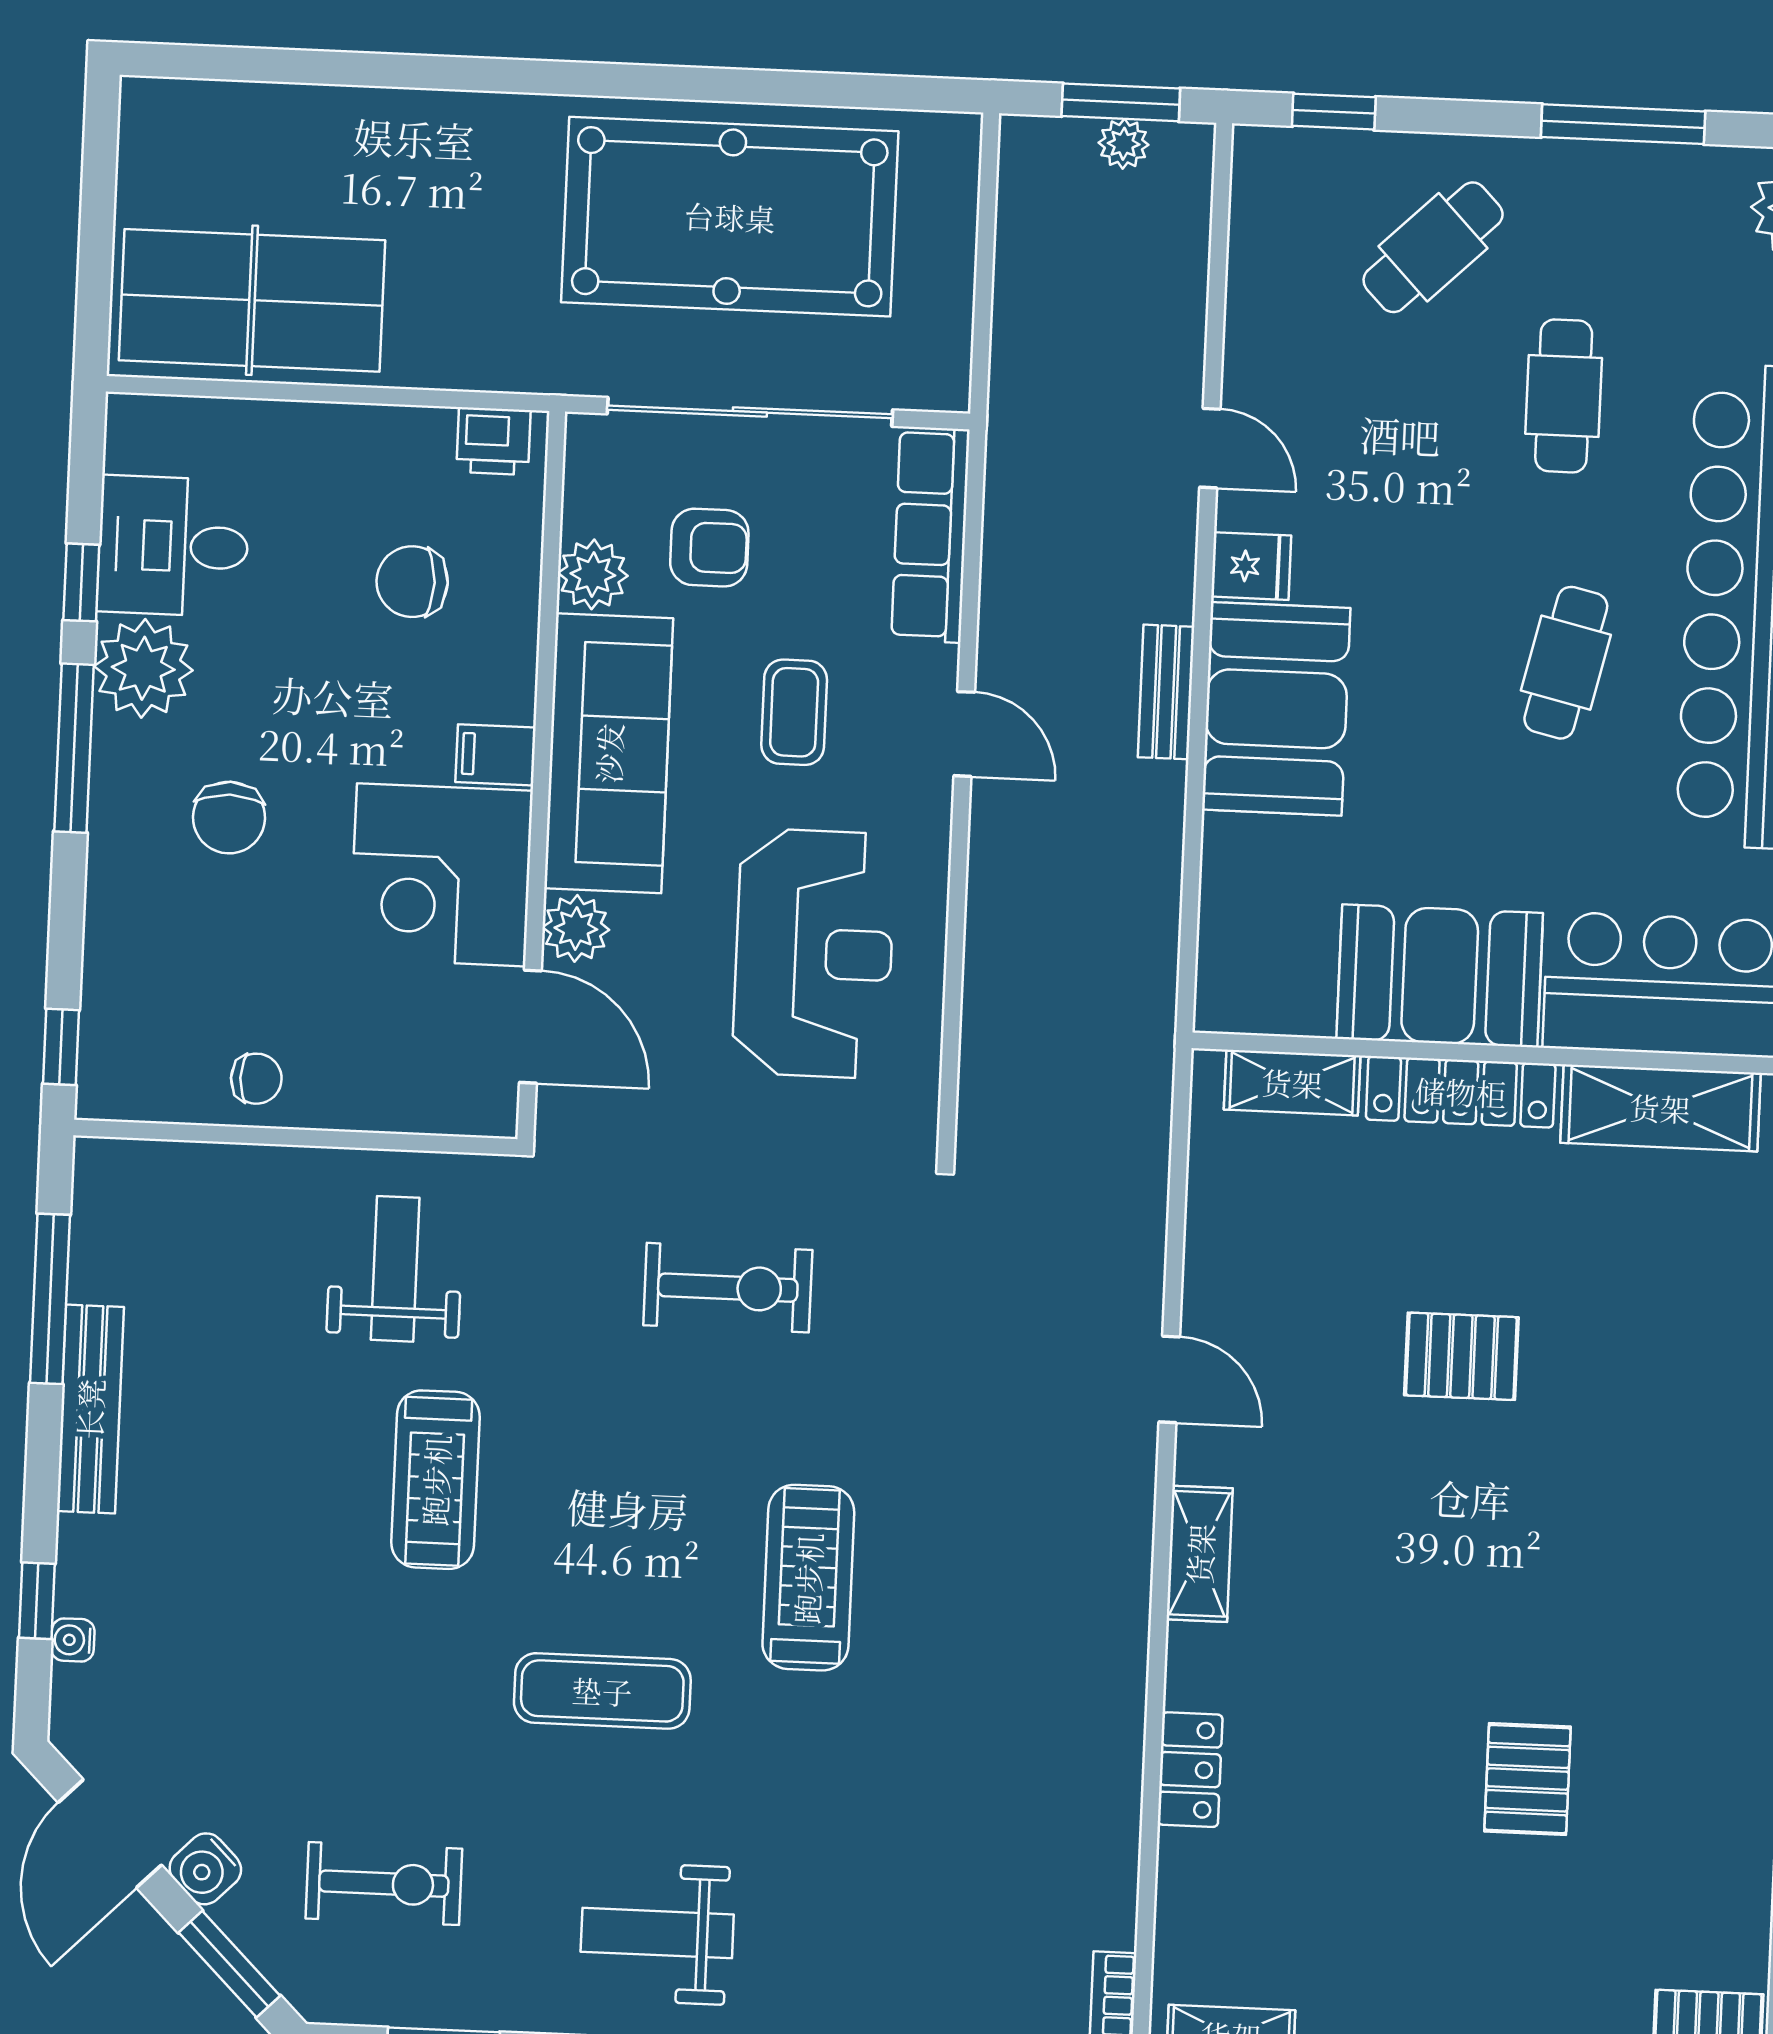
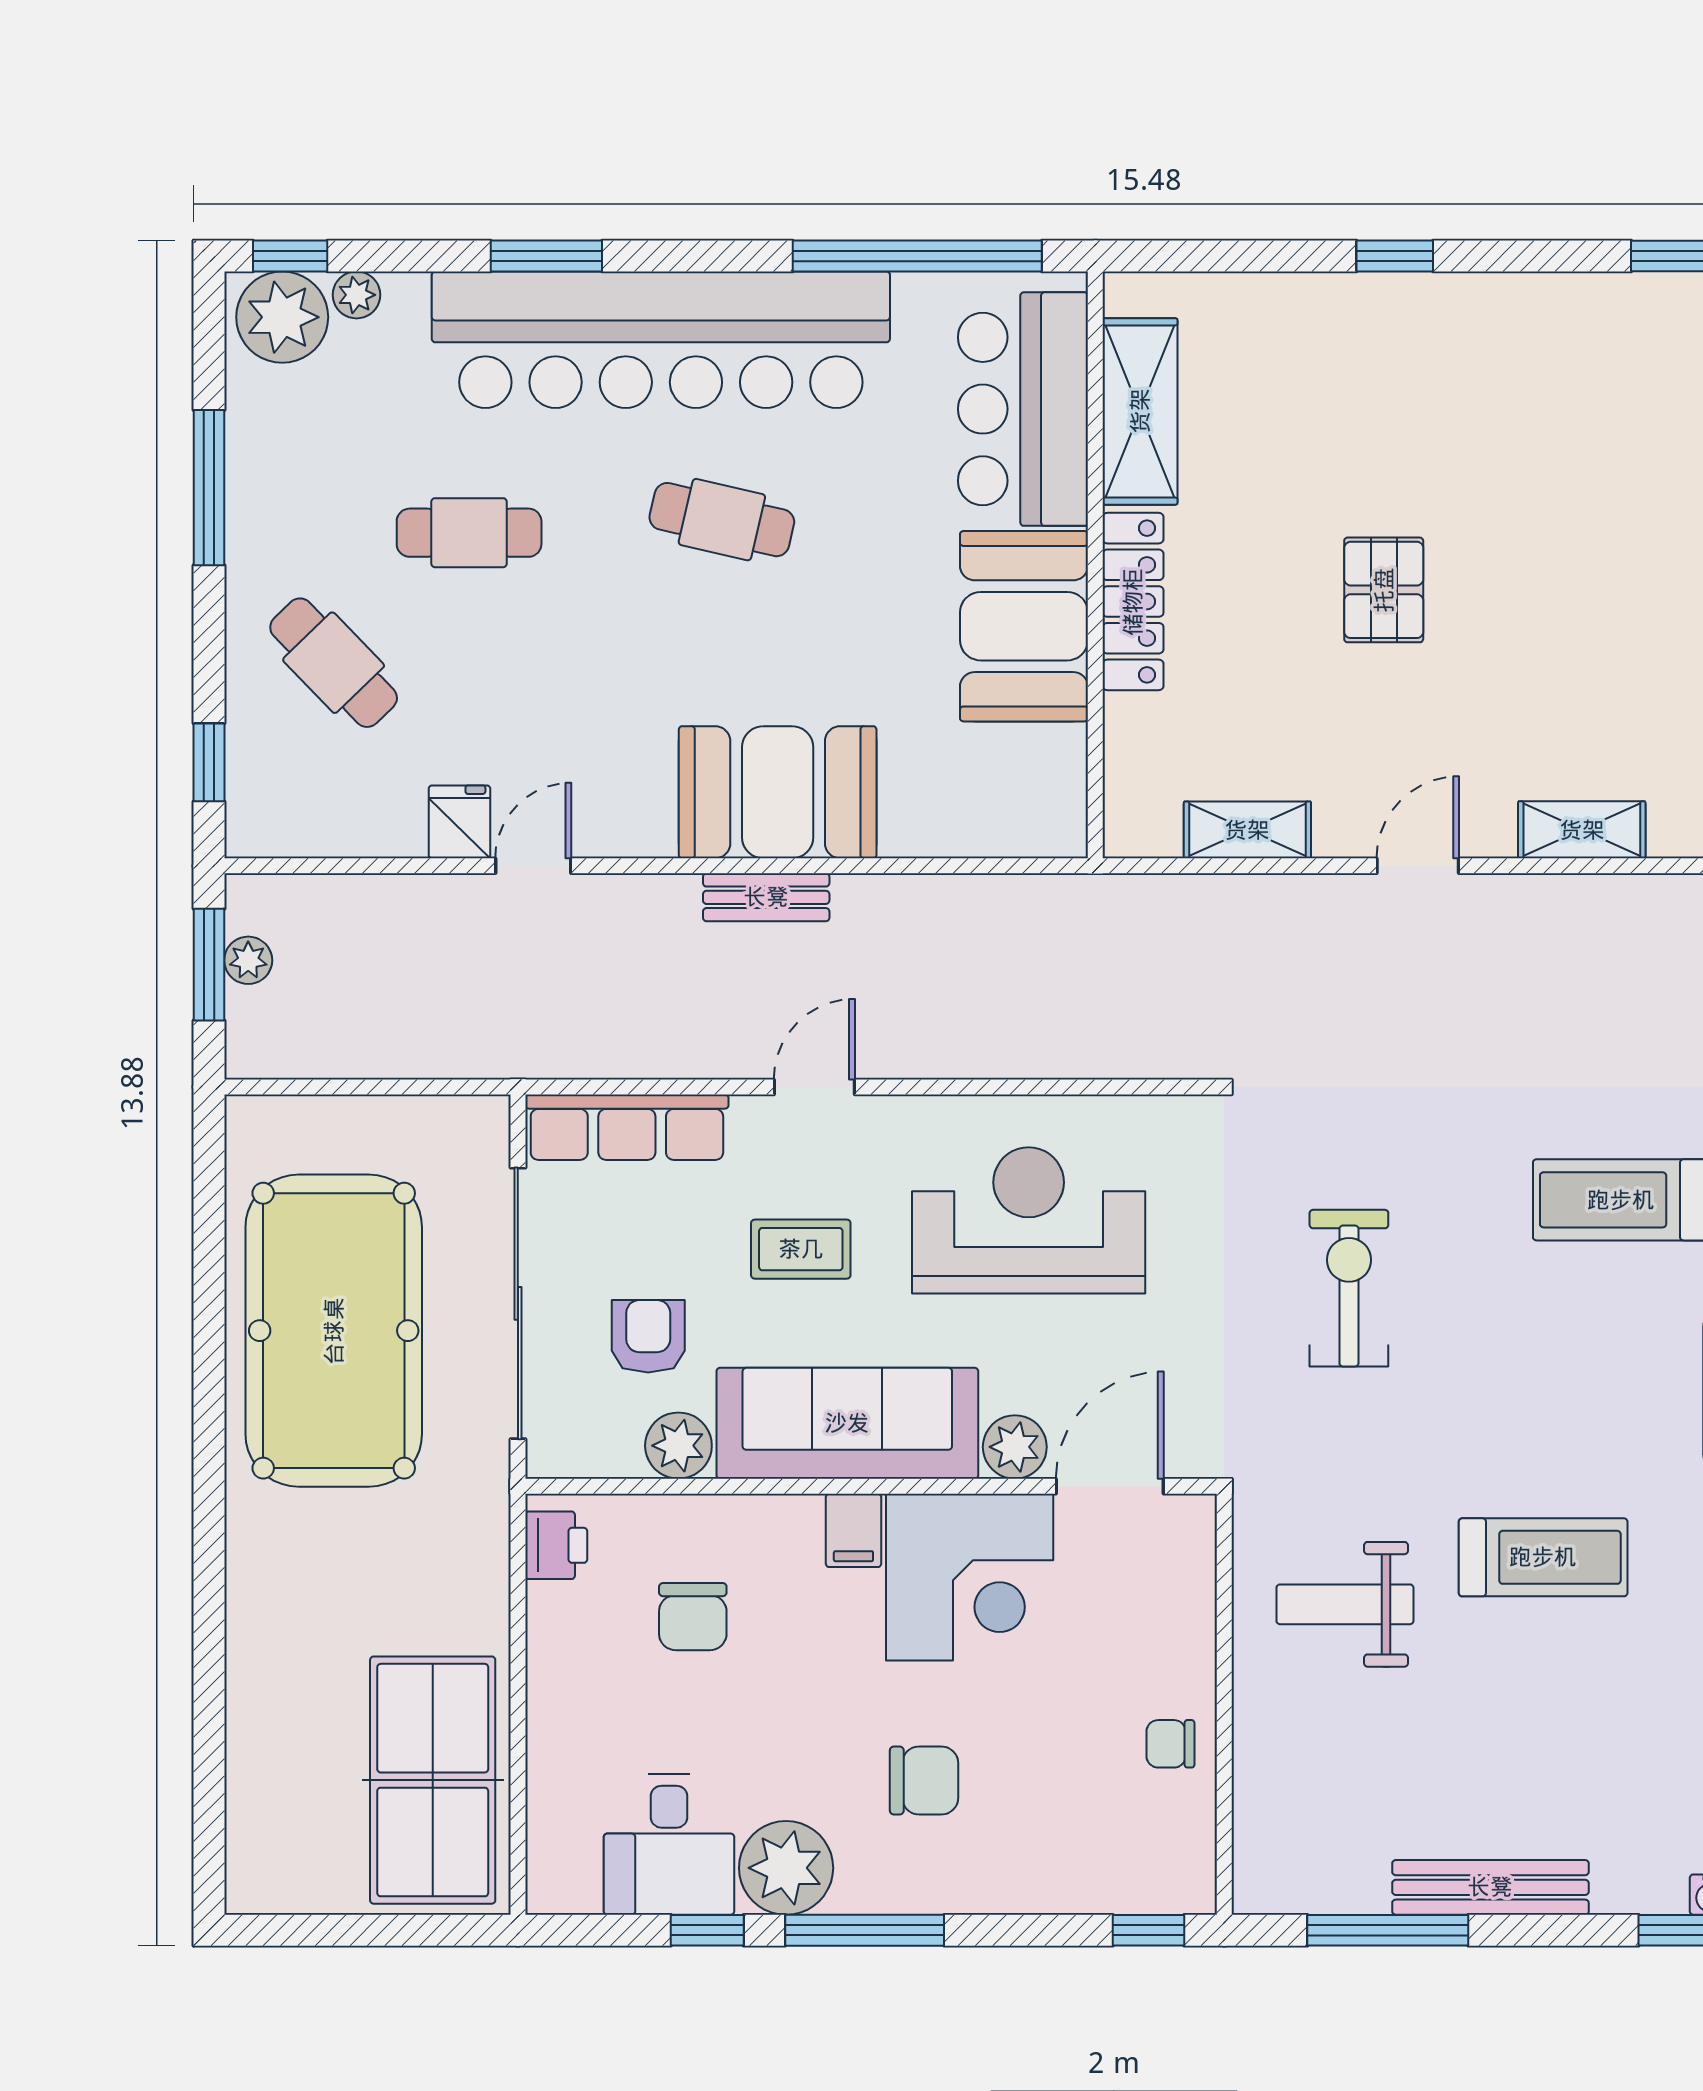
fridge: (1251, 566) -> (459, 822), moved
chair: (256, 1079) -> (1170, 1744), turned -90
shelving: (1292, 1083) -> (1247, 830), moved, turned 90

